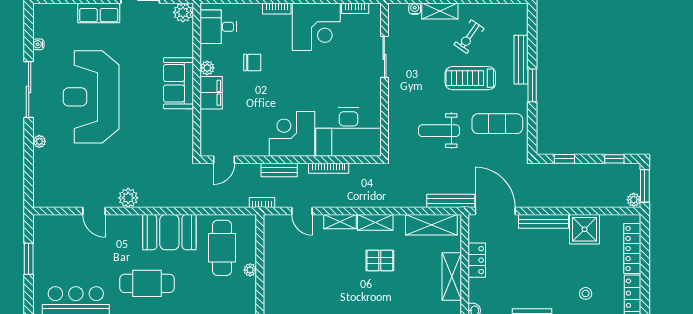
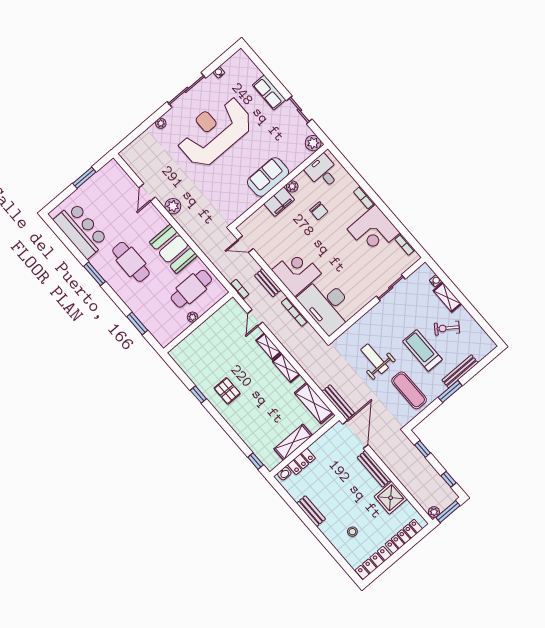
locker: (477, 260) -> (301, 461), moved
pallet: (380, 261) -> (227, 391), moved

